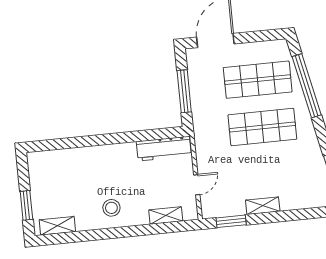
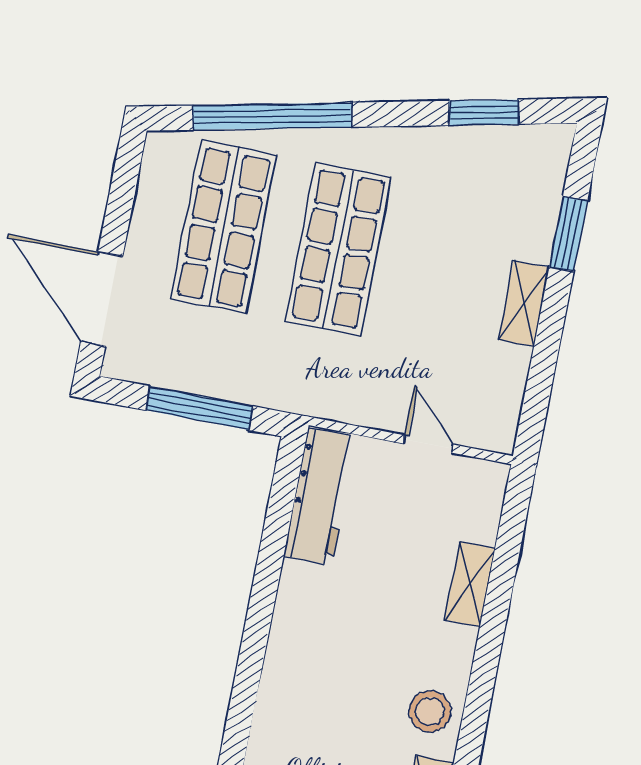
stool: (111, 208) -> (430, 711), moved
shelving: (166, 215) -> (470, 584), moved
window: (231, 221) -> (568, 233), moved

